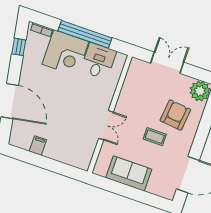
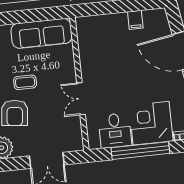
double door: (106, 125) -> (81, 99), moved
sofa: (129, 173) -> (42, 33), width x1.36

